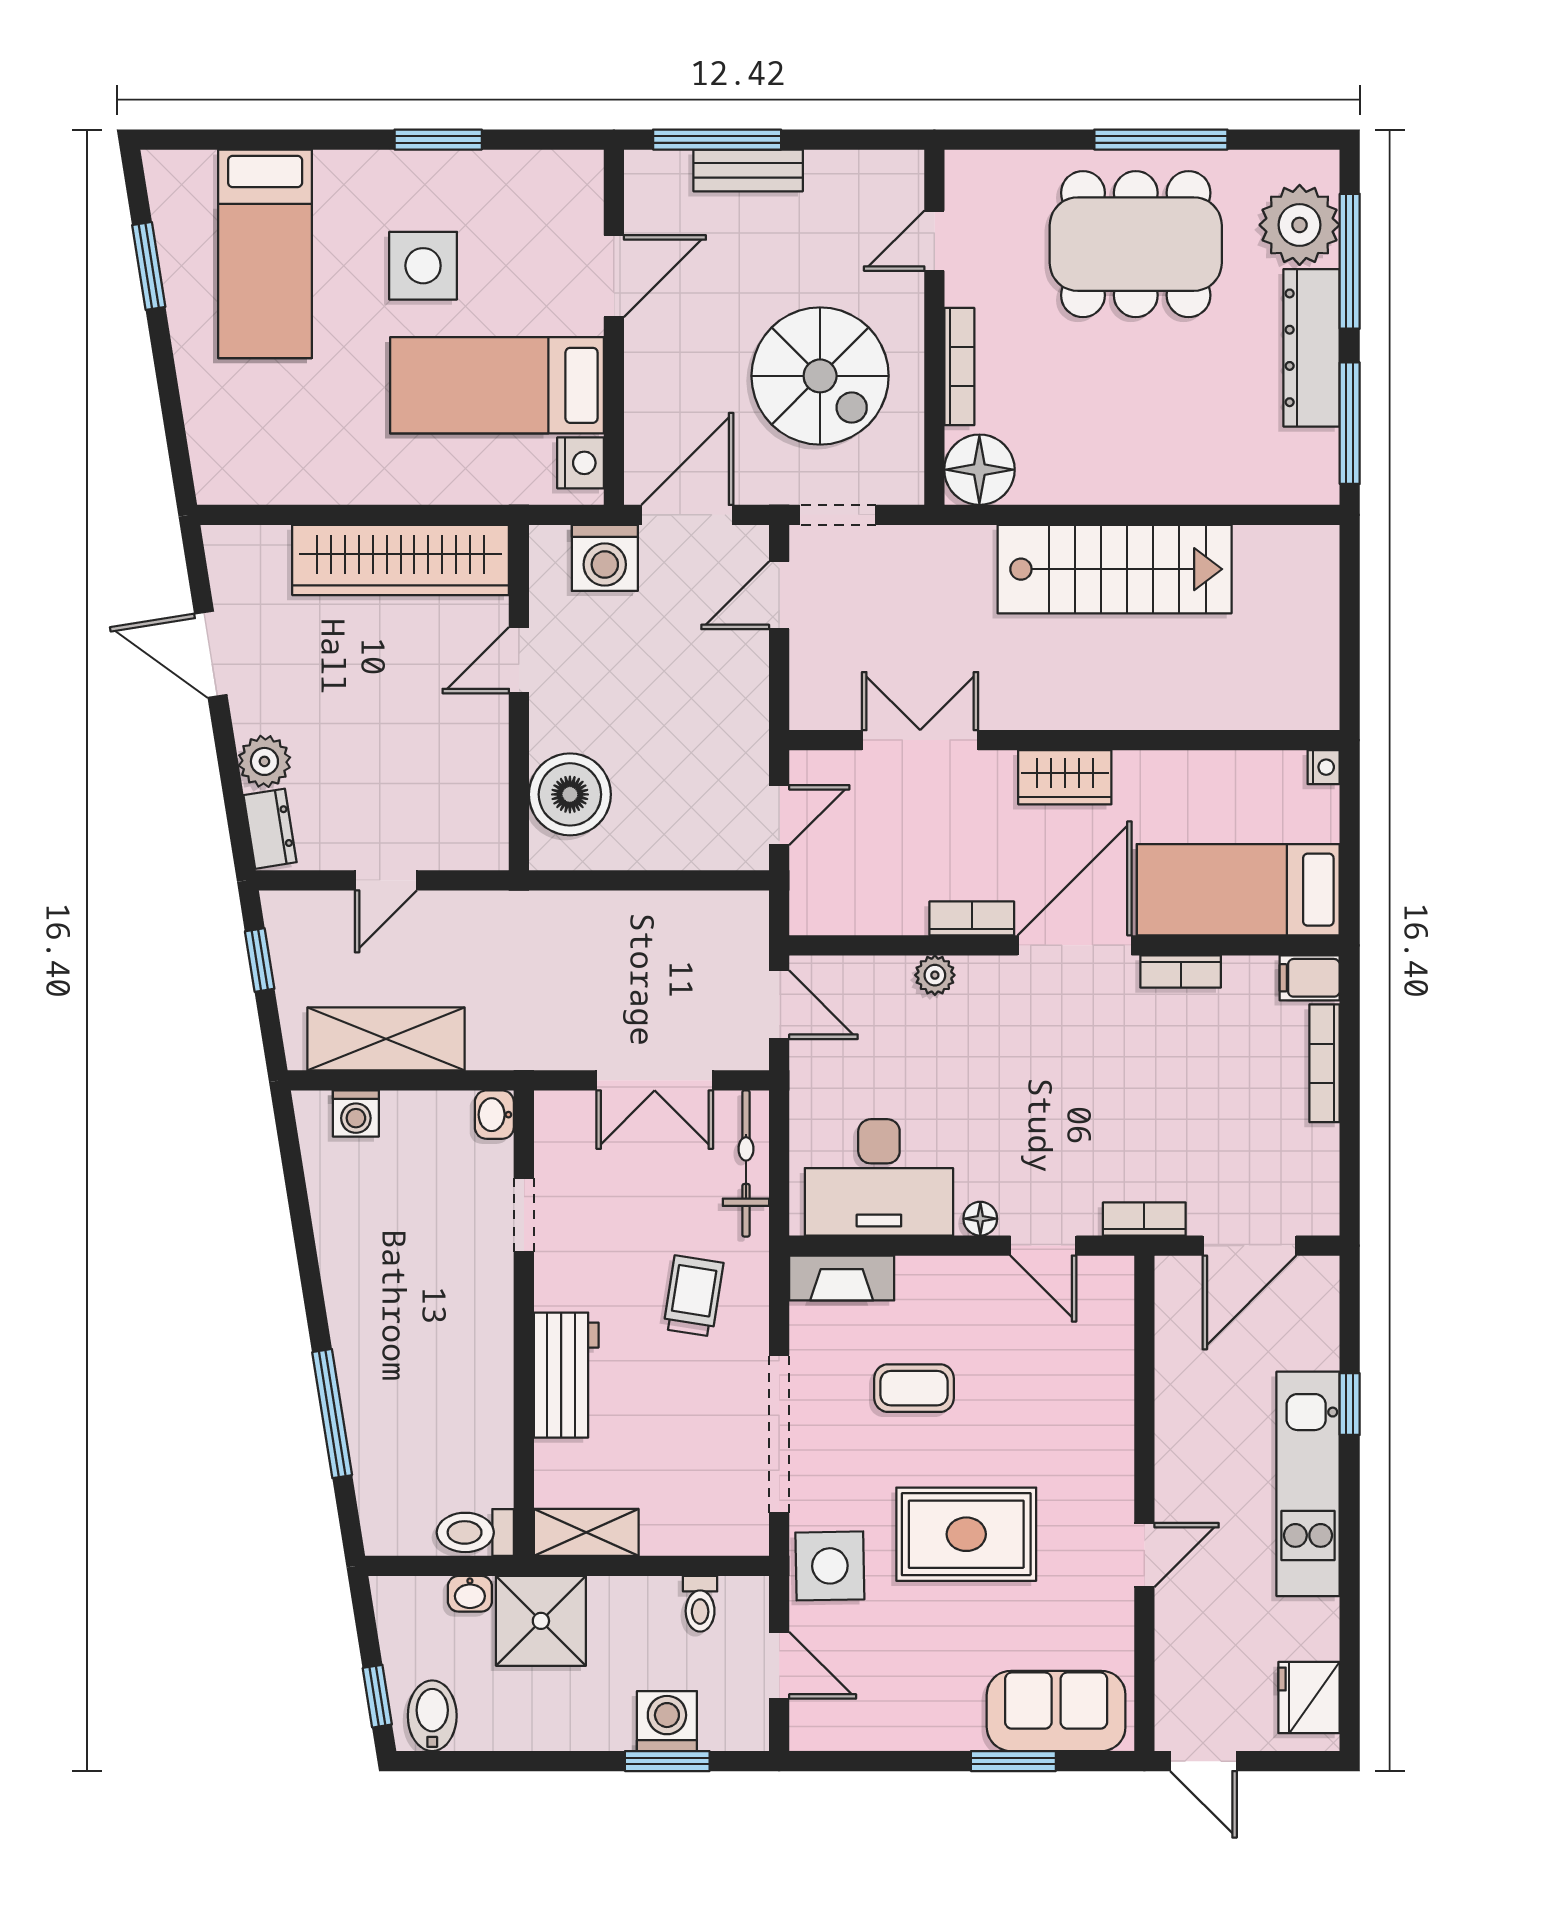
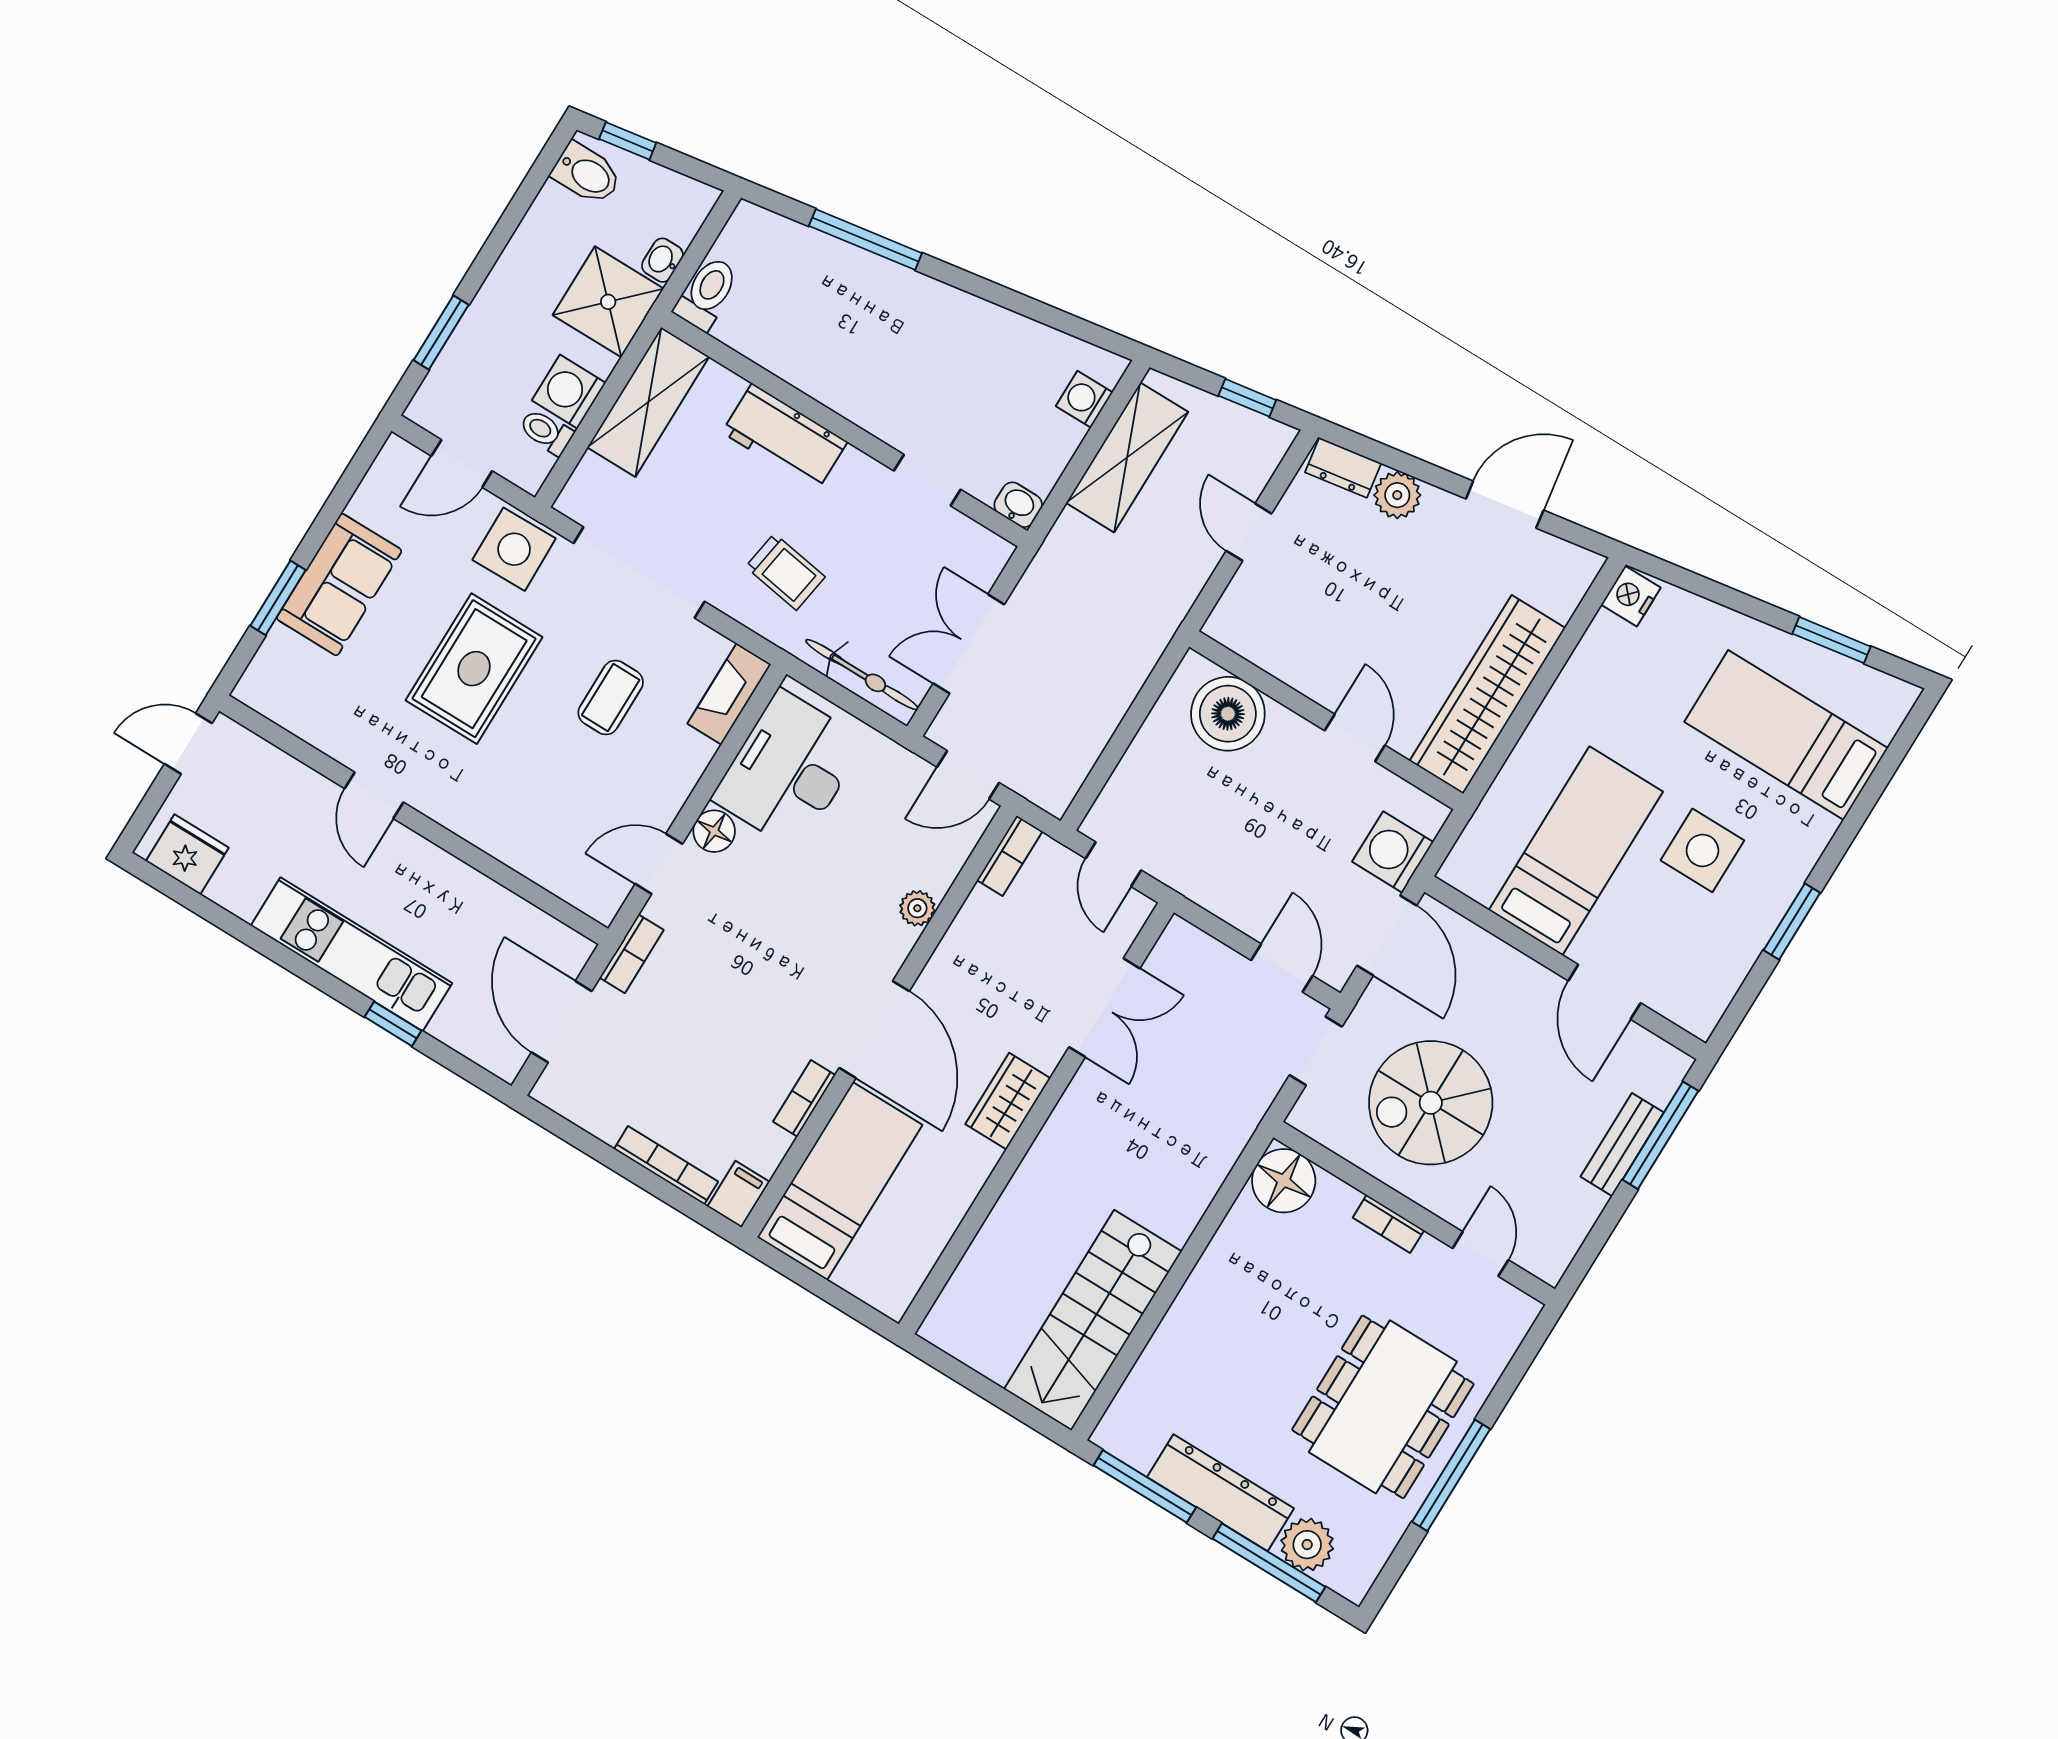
plant: (1300, 225) -> (1307, 1545), width x0.73, depth x0.73
bookcase: (959, 367) -> (1388, 1224), width x0.64
nightstand: (581, 463) -> (1631, 596), moved, turned 90
stairs: (1115, 569) -> (1093, 1320), moved
nightstand: (1324, 767) -> (893, 1304), removed
bookcase: (972, 918) -> (1010, 856), moved
floor lamp: (980, 1219) -> (714, 831), width x1.37, depth x1.37
shelving: (586, 1532) -> (648, 402), width x1.50, depth x1.33
sofa: (1056, 1711) -> (339, 584), moved
washing machine: (667, 1721) -> (569, 392), moved, turned 180

